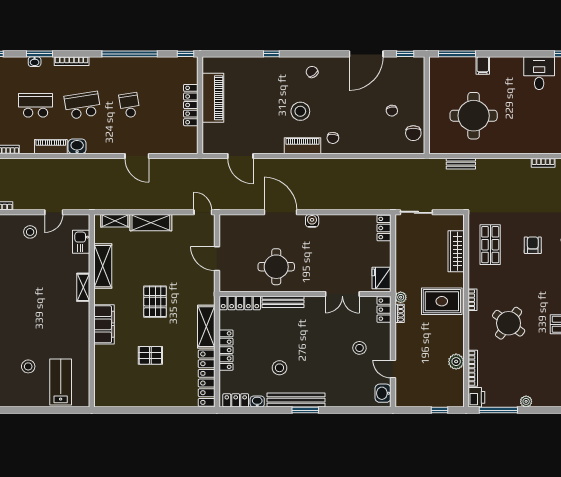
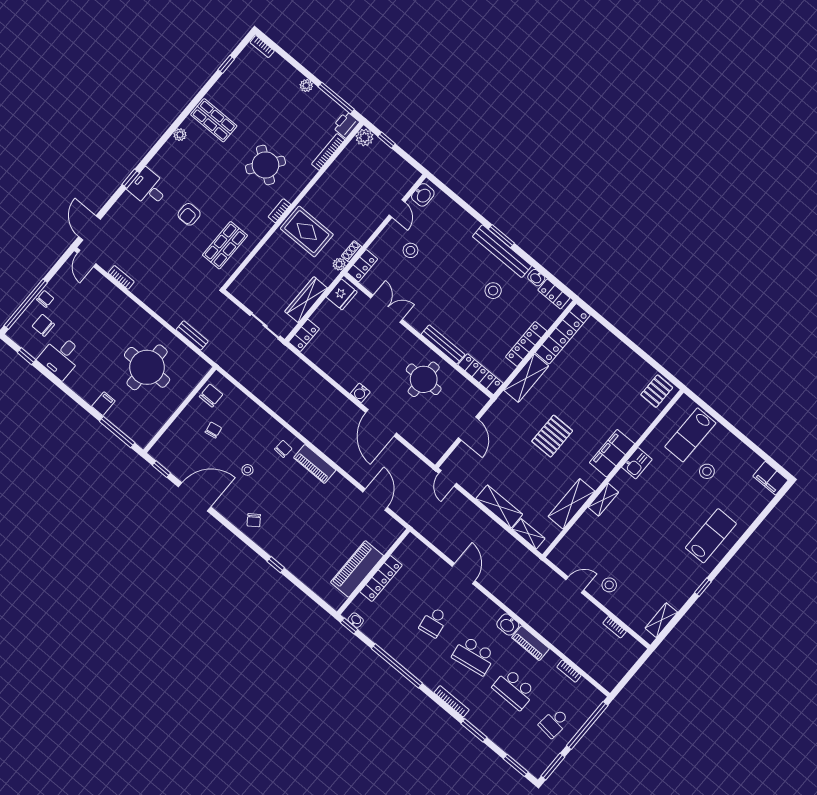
washbasin: (35, 62) -> (356, 620), moved
stool: (300, 111) -> (247, 470), moved, width x0.53, depth x0.53
kitchen sink: (81, 242) -> (637, 463), moved
wardrobe: (456, 251) -> (306, 300), moved, turned 180
pallet: (150, 355) -> (657, 391), moved, turned 90
plant: (456, 362) -> (365, 137), moved

